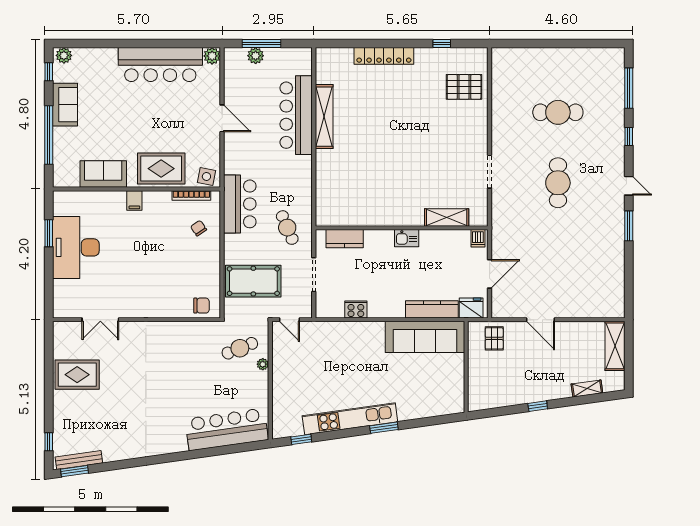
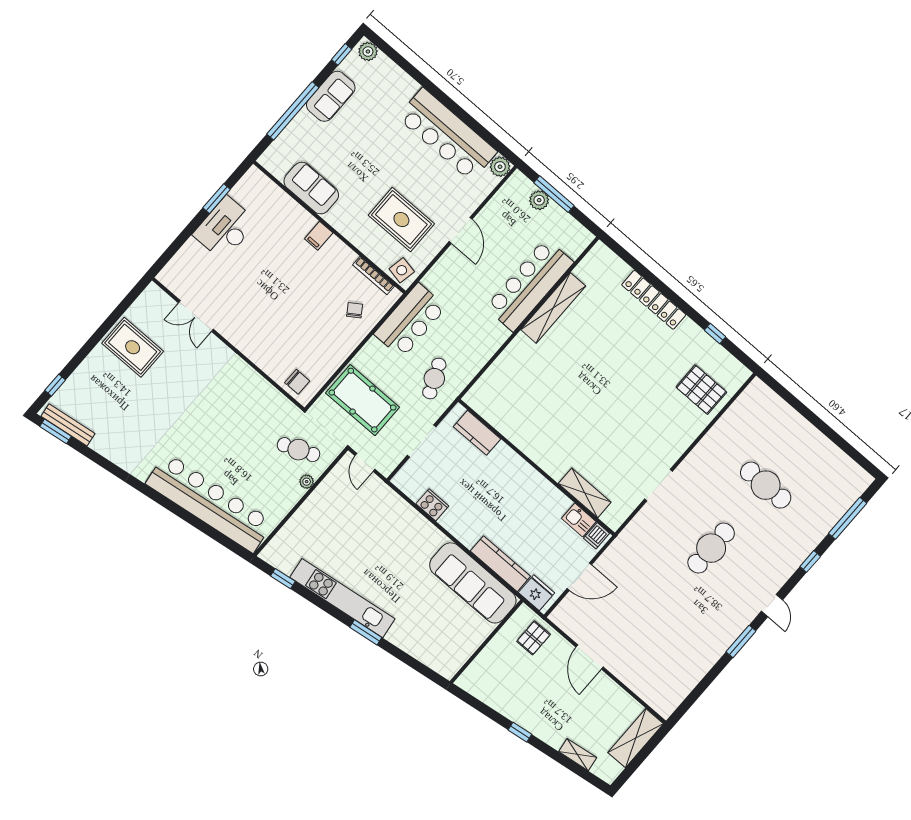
rug: (161, 169) -> (401, 220), moved
kitchen sink: (407, 238) -> (579, 520), moved
desk: (76, 247) -> (225, 228), width x0.73, depth x0.77
bar counter: (227, 429) -> (209, 503), width x1.36

